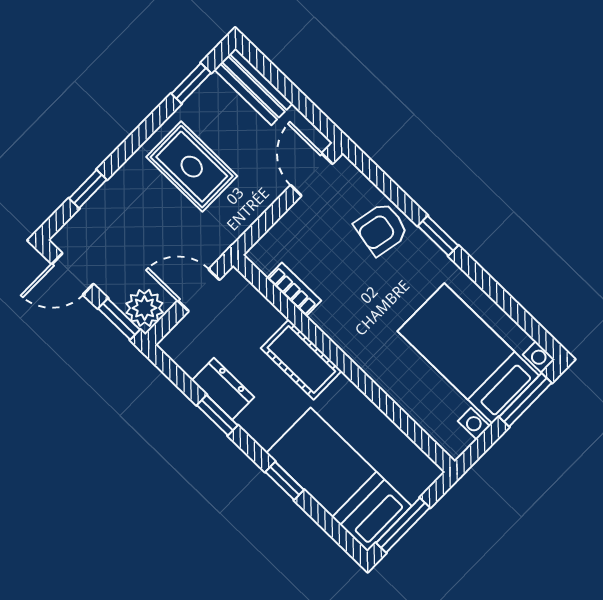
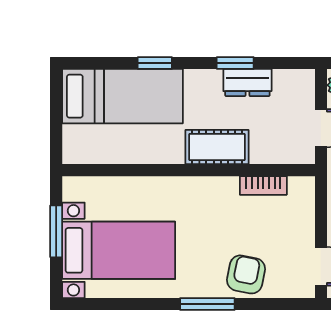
window: (438, 236) -> (207, 304), width x1.50
window: (525, 400) -> (56, 231), moved
window: (403, 525) -> (56, 106), removed

